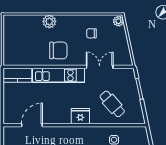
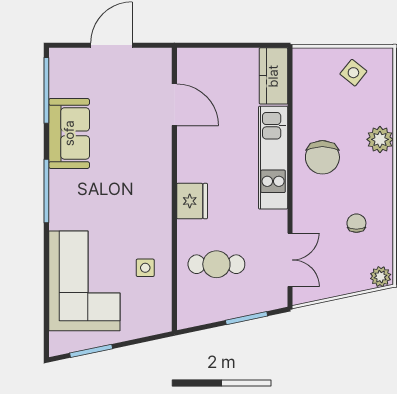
side table: (16, 35) -> (353, 73), added
double door: (100, 67) -> (290, 260), moved
cafe table: (112, 104) -> (216, 264), turned 41

